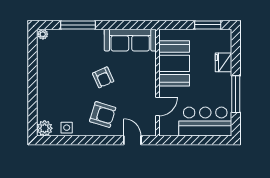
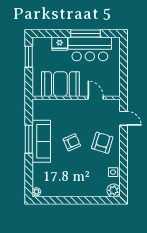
window: (78, 25) -> (29, 139), moved
sofa: (130, 40) -> (41, 141), moved
bar counter: (205, 122) -> (90, 49), moved, turned -90
door: (132, 140) -> (123, 118), swing flipped

